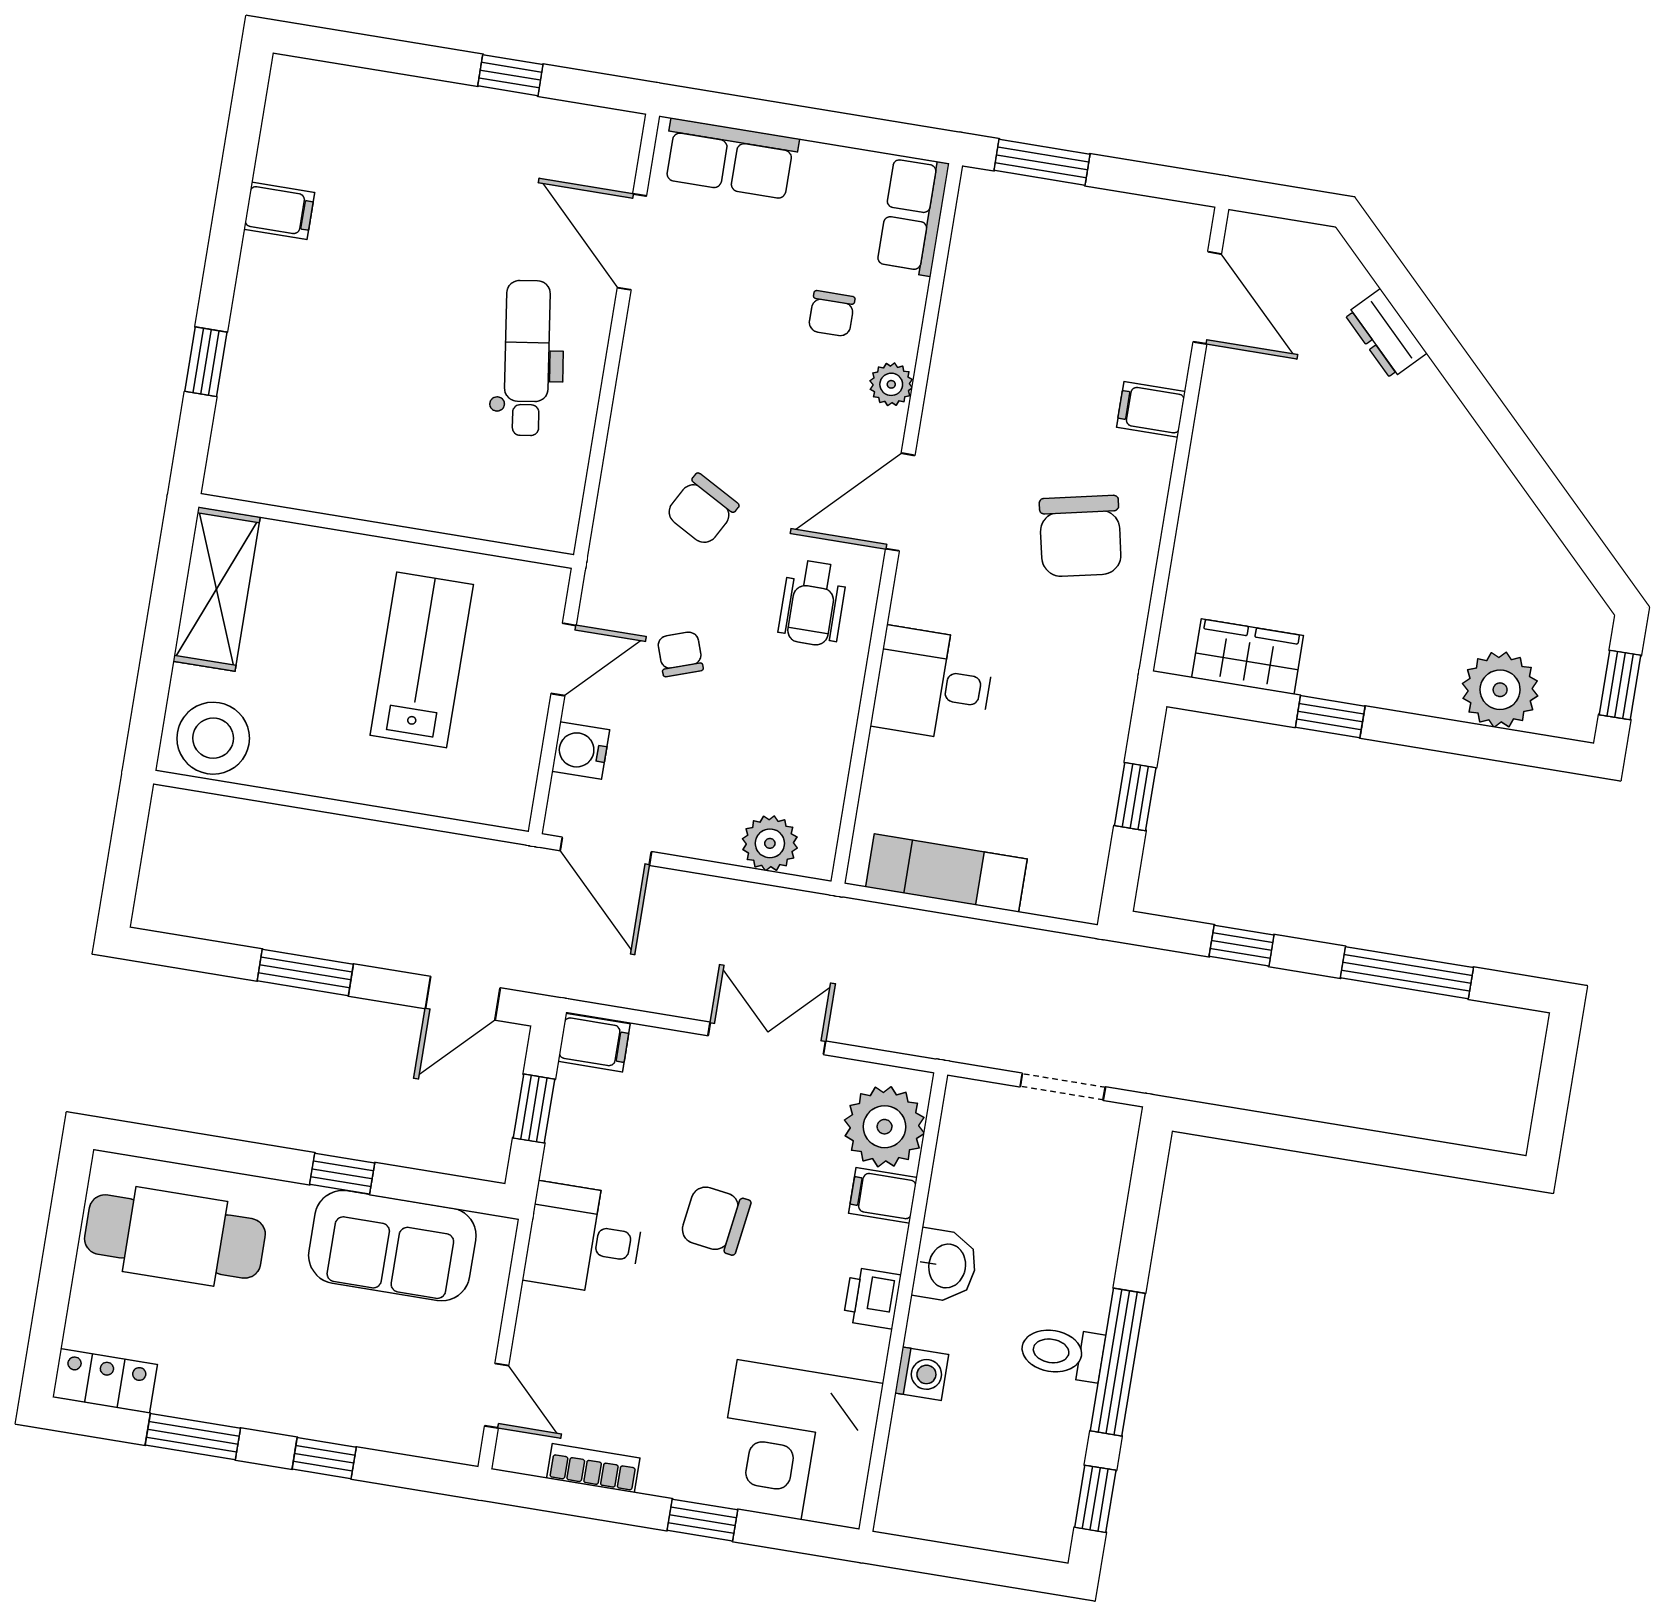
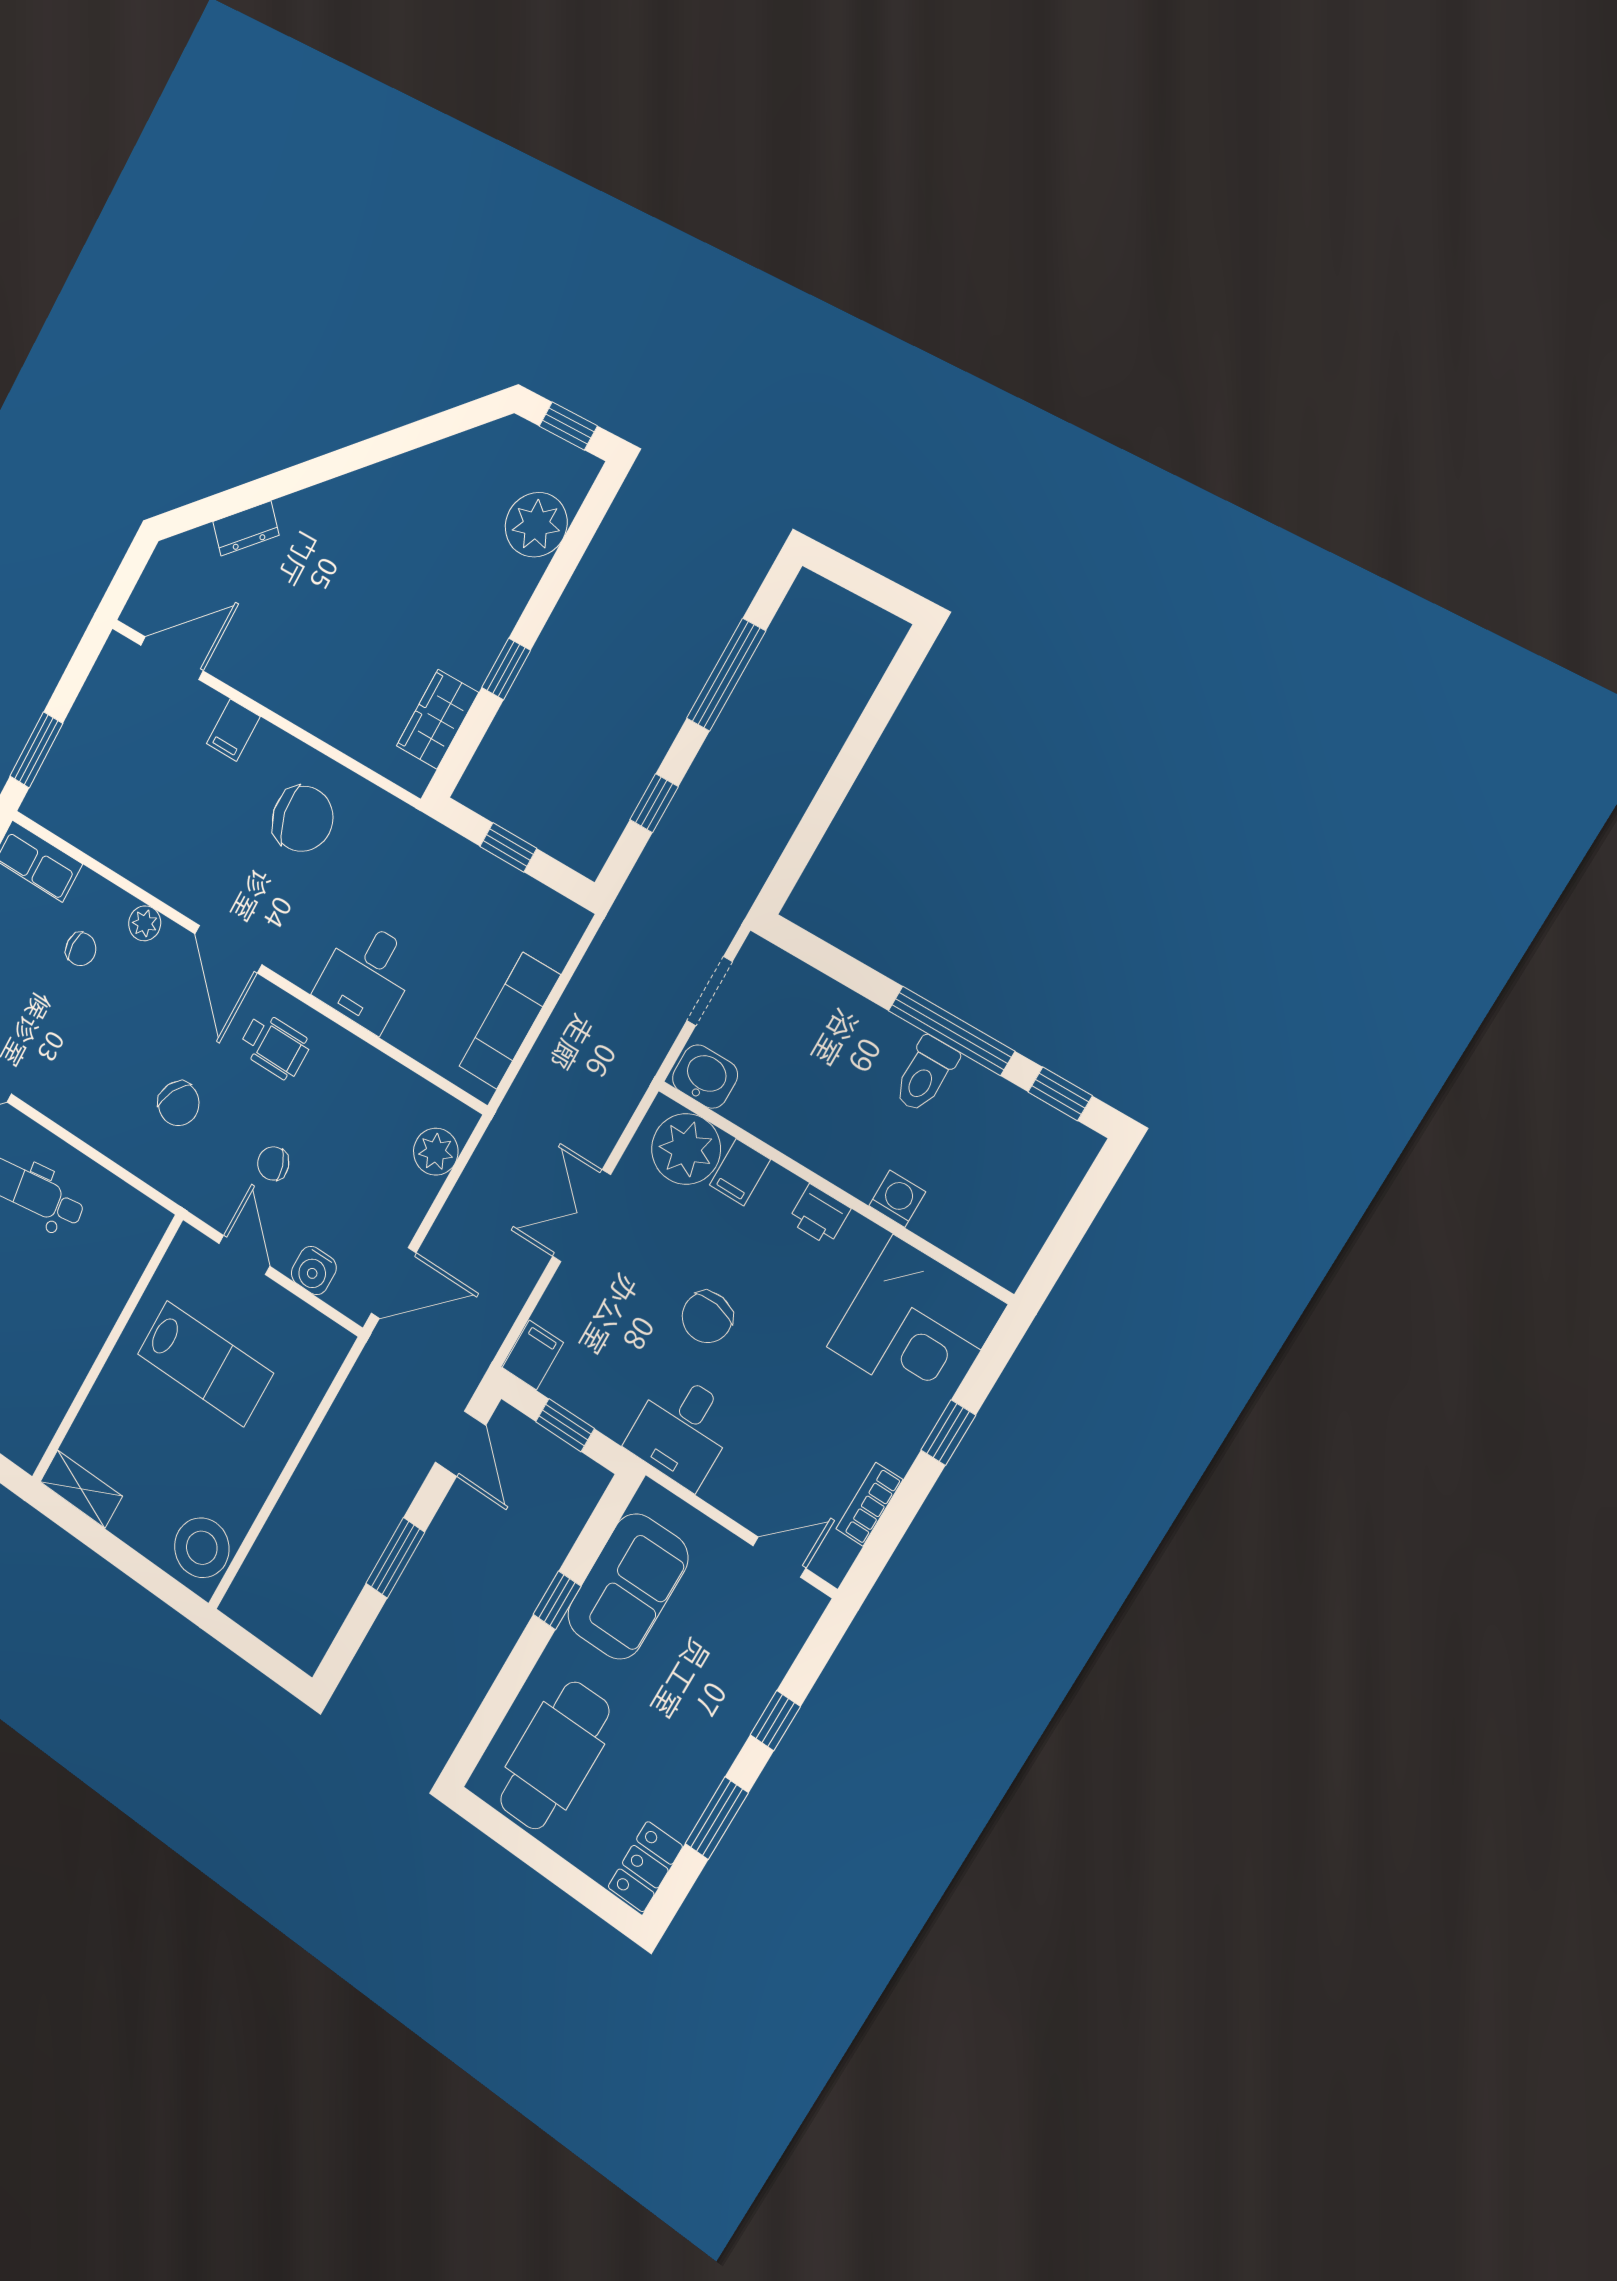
shelving: (216, 589) -> (81, 1489), width x0.67, depth x0.75
lab bench: (422, 660) -> (205, 1364), turned 180
washbasin: (945, 1266) -> (705, 1077), moved

